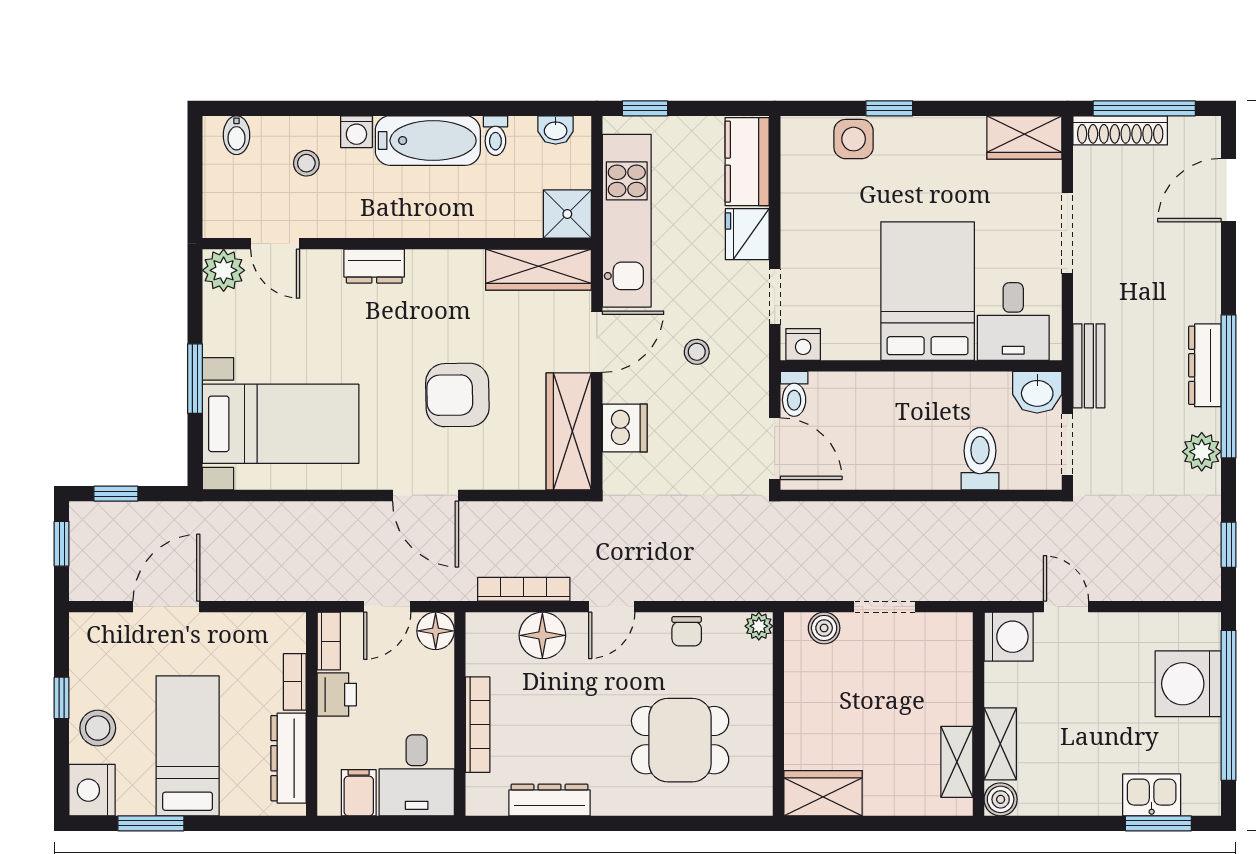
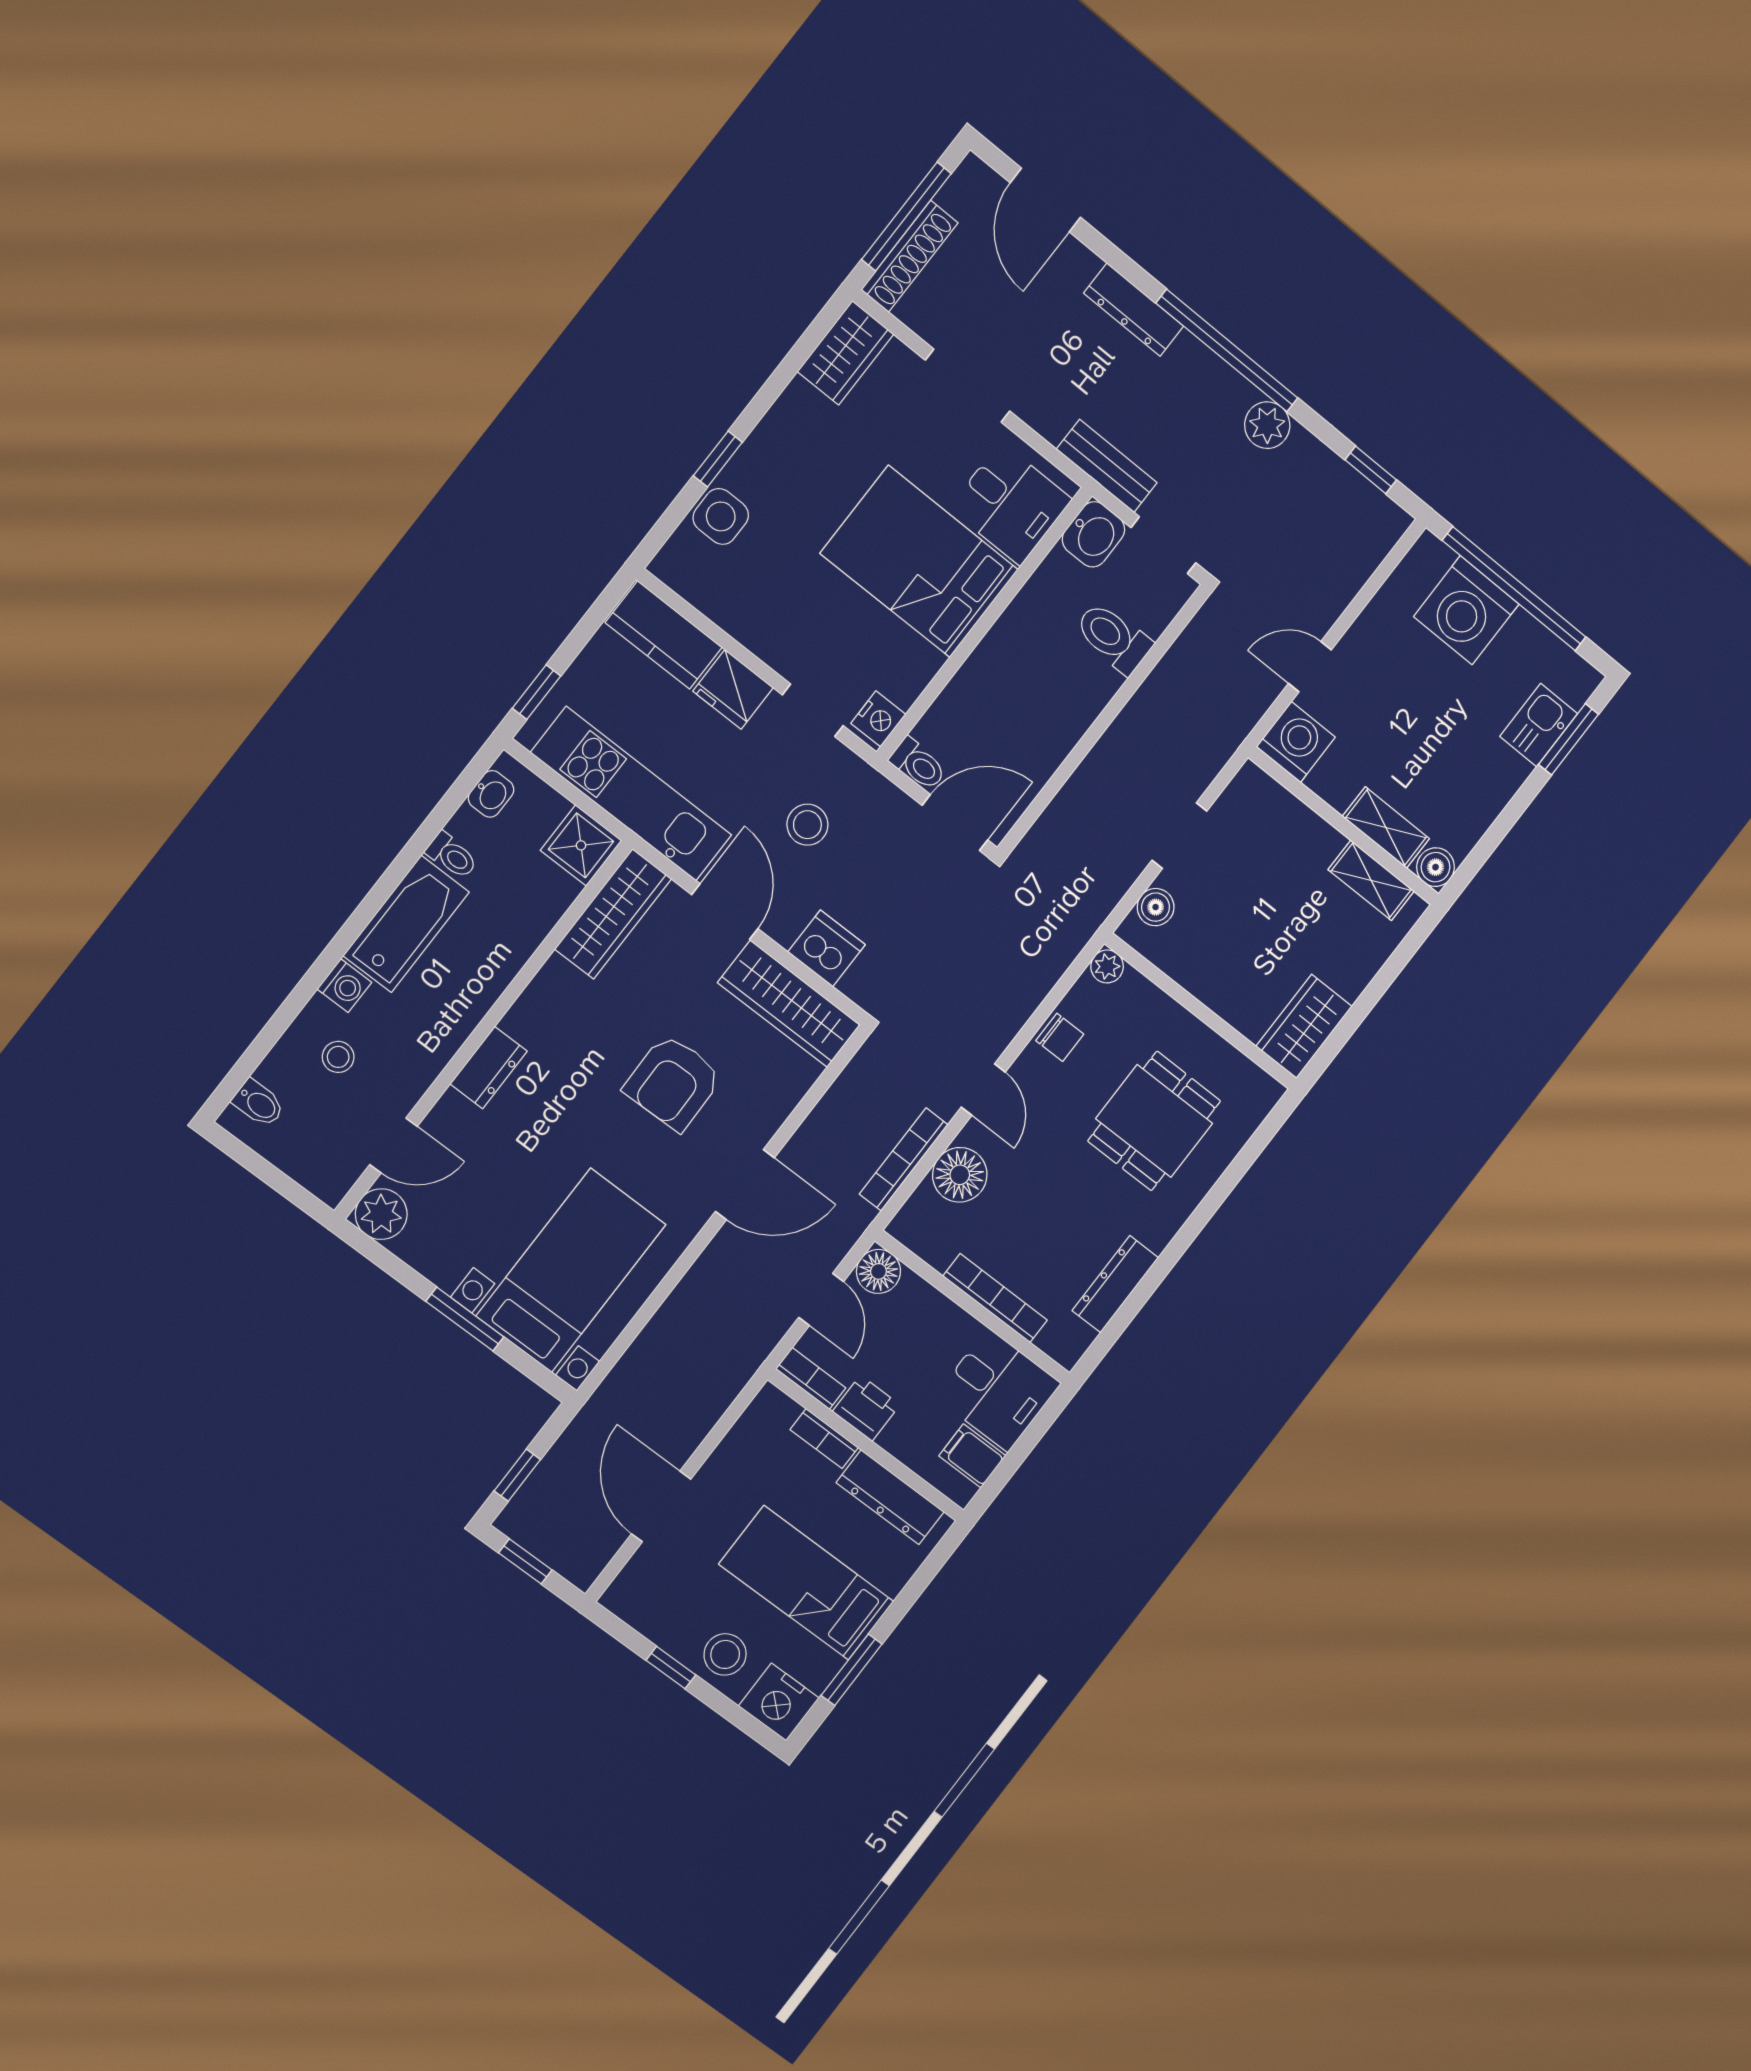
stool: (697, 352) -> (807, 825), width x1.37, depth x1.37
dresser: (1205, 365) -> (1134, 310), moved

